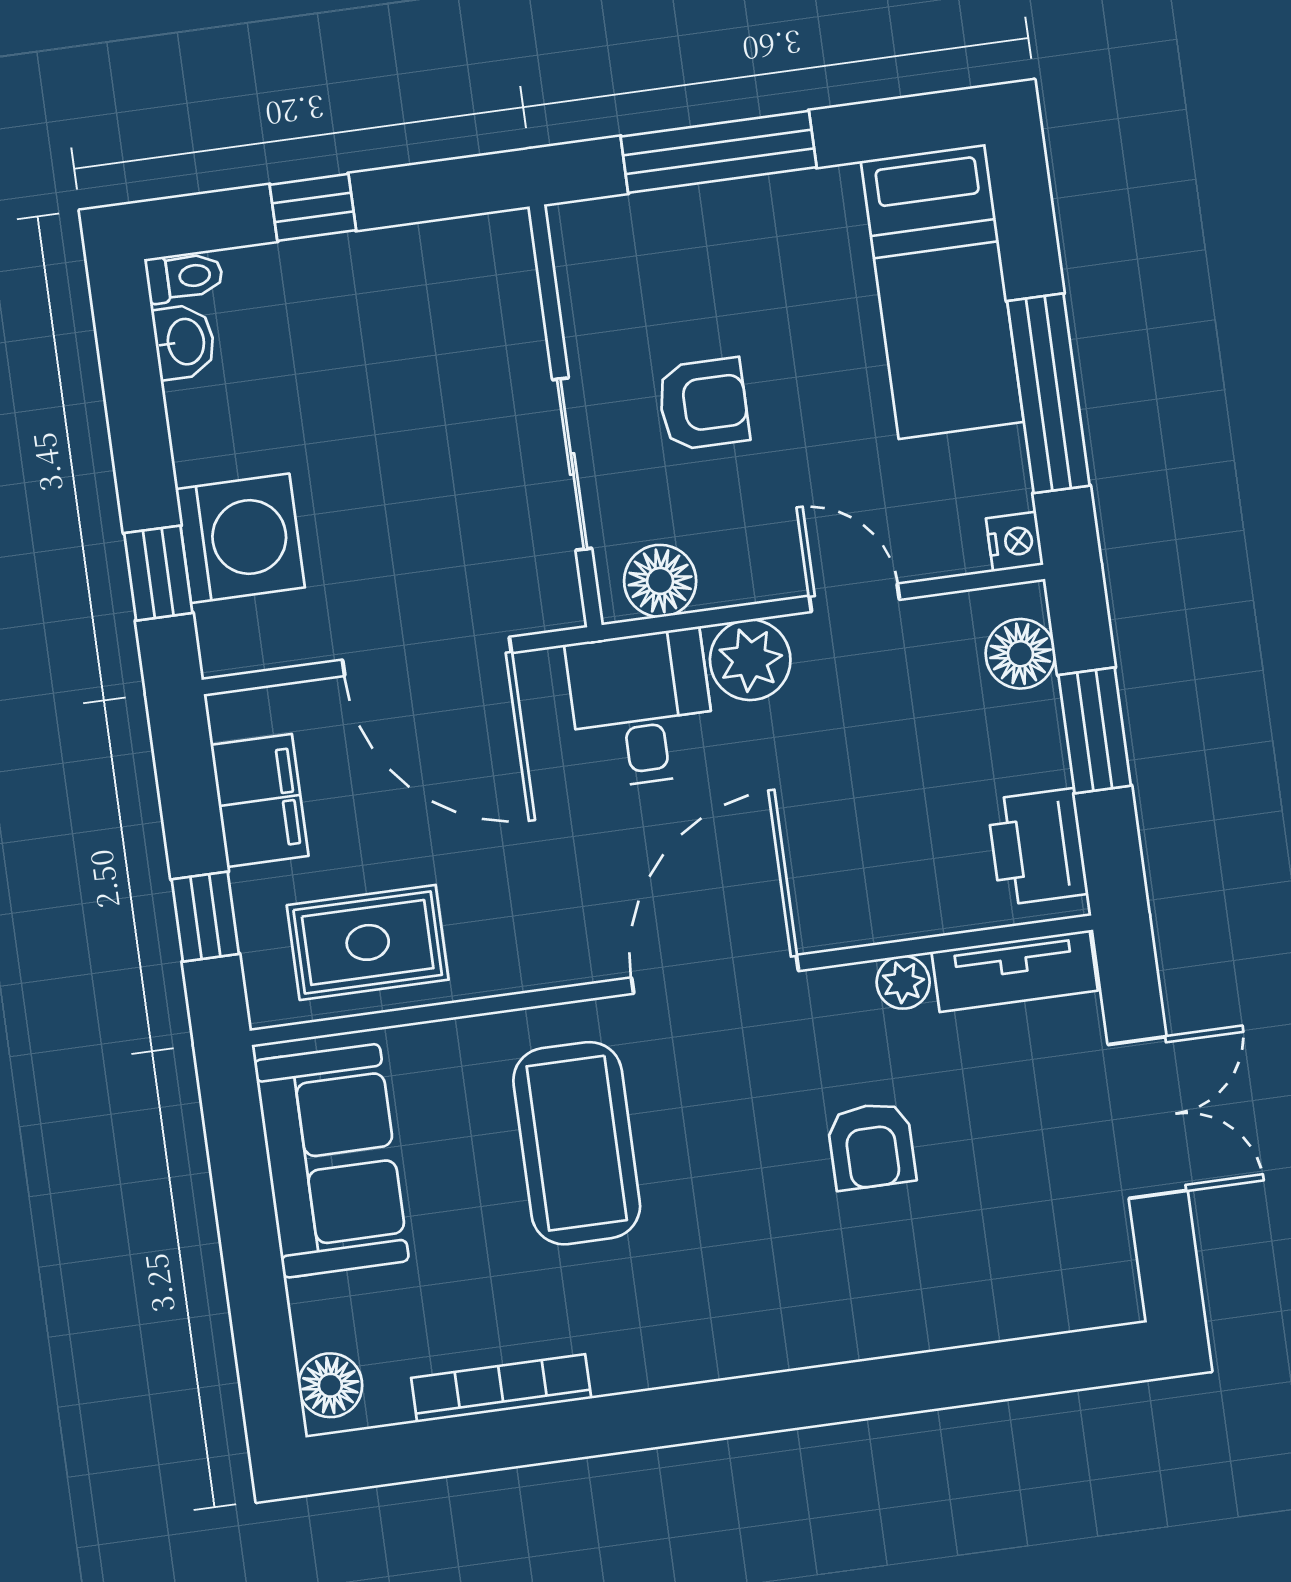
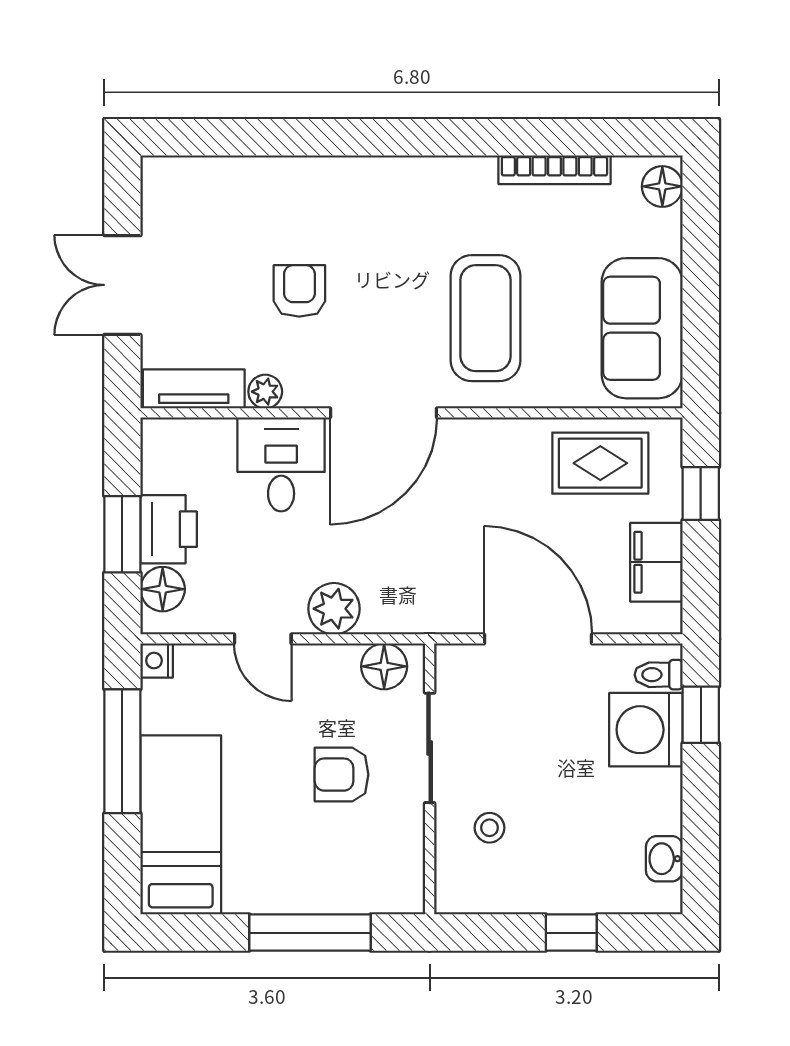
toilet: (184, 277) -> (659, 675), moved
stool: (462, 353) -> (490, 828), added
desk: (642, 708) -> (281, 464), moved, turned 180
printer: (1037, 847) -> (169, 529), moved

